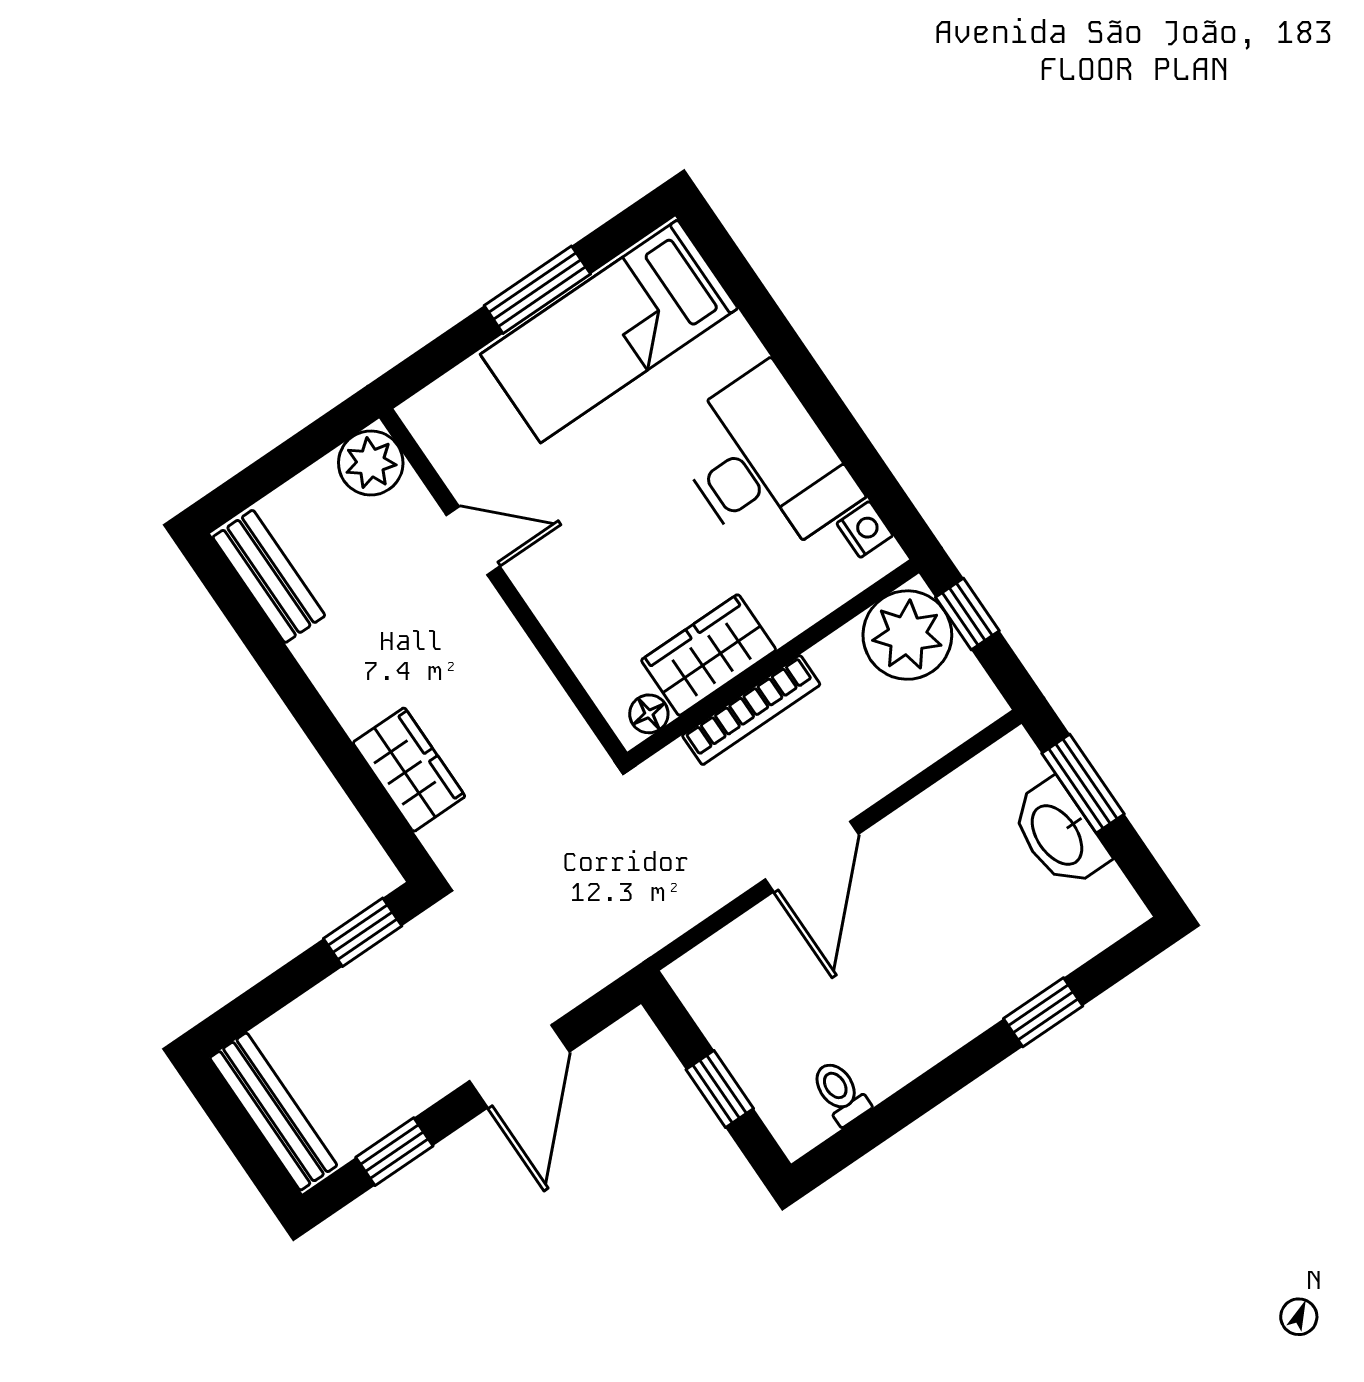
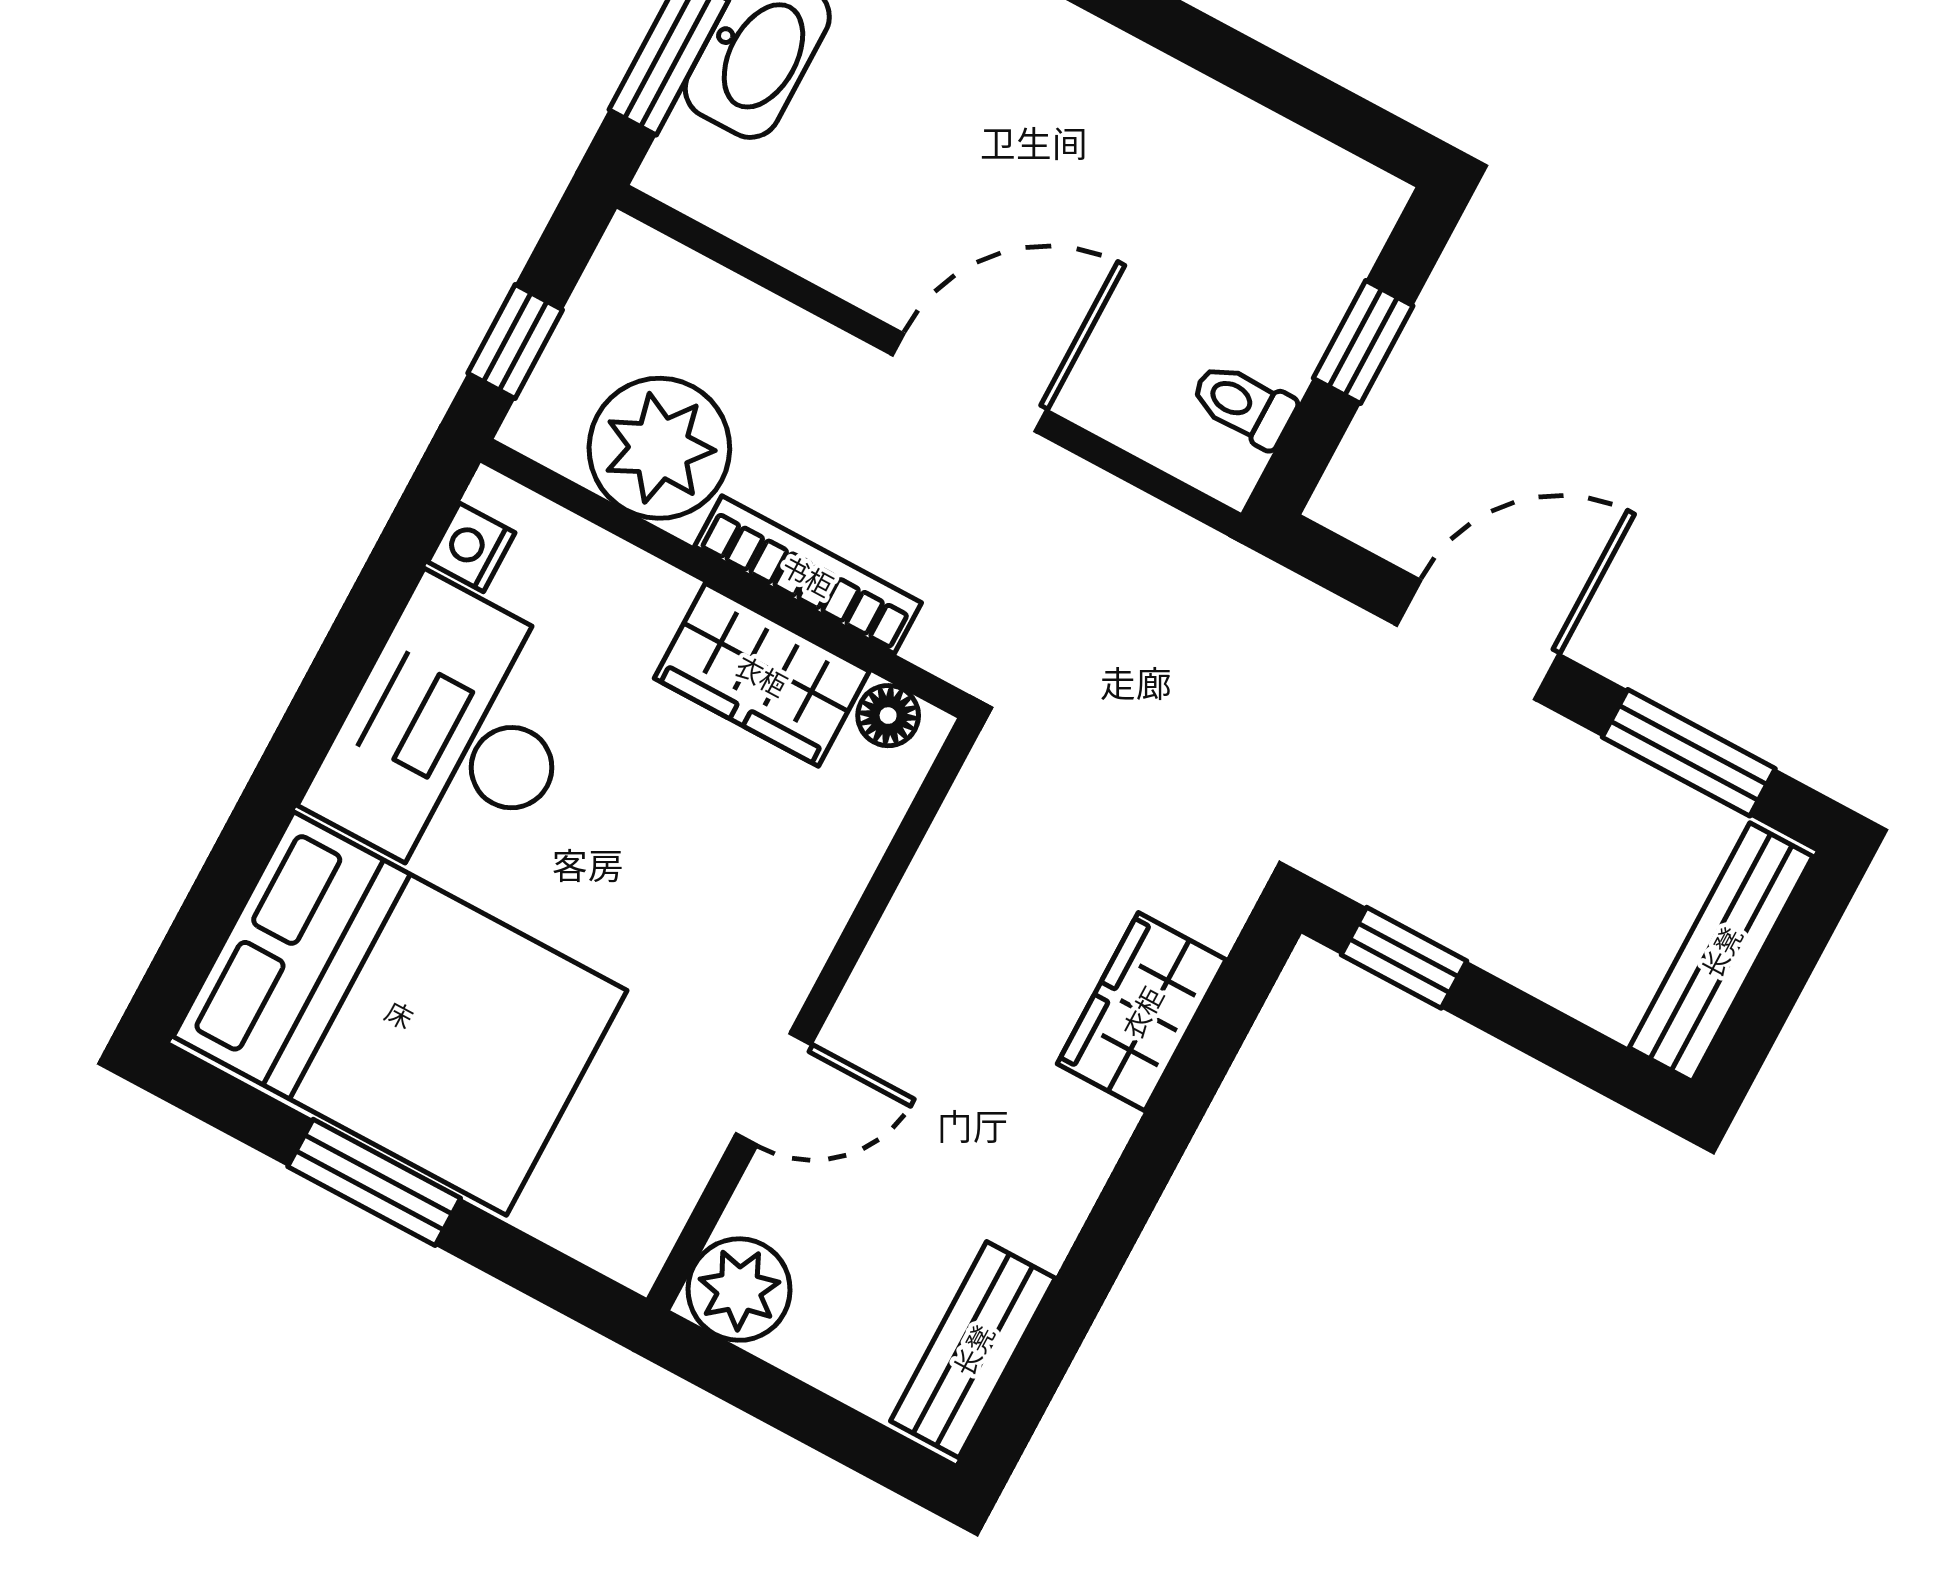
bed: (609, 331) -> (400, 1014), width x1.50
door: (473, 541) -> (773, 1089), swing flipped
plant: (907, 635) -> (659, 448), moved
toilet: (840, 1093) -> (1243, 405), moved, turned 90
window: (394, 1152) -> (1689, 753), width x1.50

